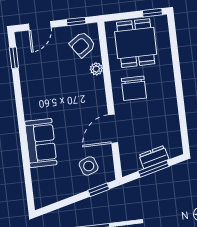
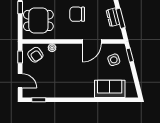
chair: (134, 88) -> (77, 14), moved, turned 180
door: (113, 129) -> (92, 41), hinge flipped
sofa: (41, 143) -> (110, 89), moved

